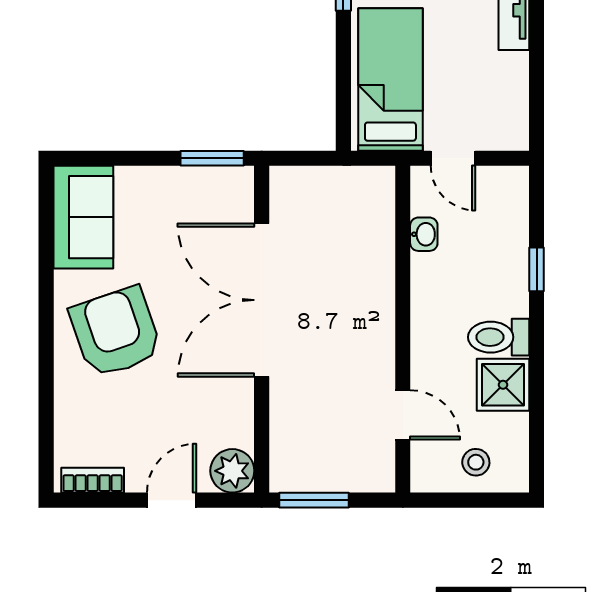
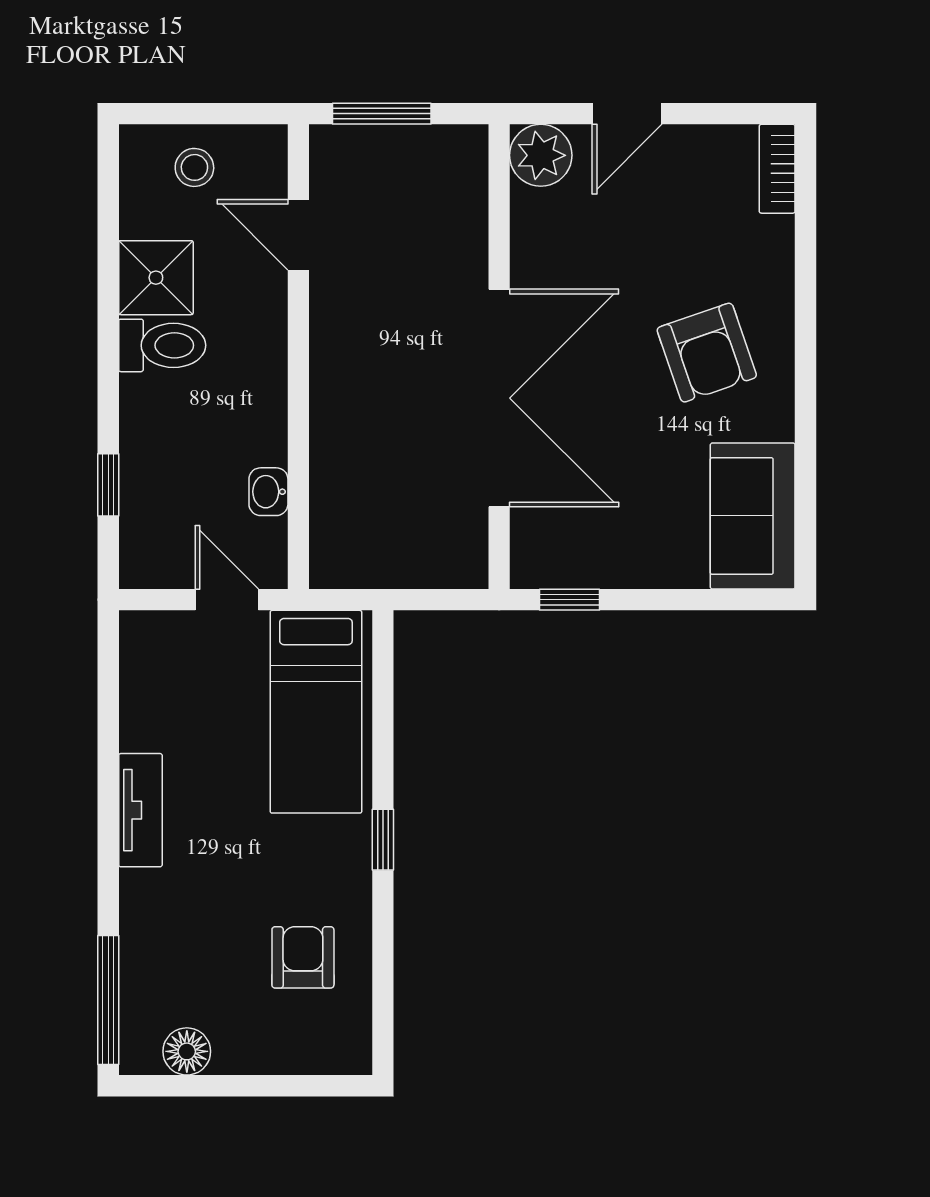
window: (212, 158) -> (569, 600), width x0.67
window: (537, 269) -> (108, 485), moved
armchair: (116, 332) -> (707, 353), width x0.73, depth x0.73
bookcase: (93, 480) -> (777, 169), moved, turned 90
window: (314, 500) -> (382, 114), moved

